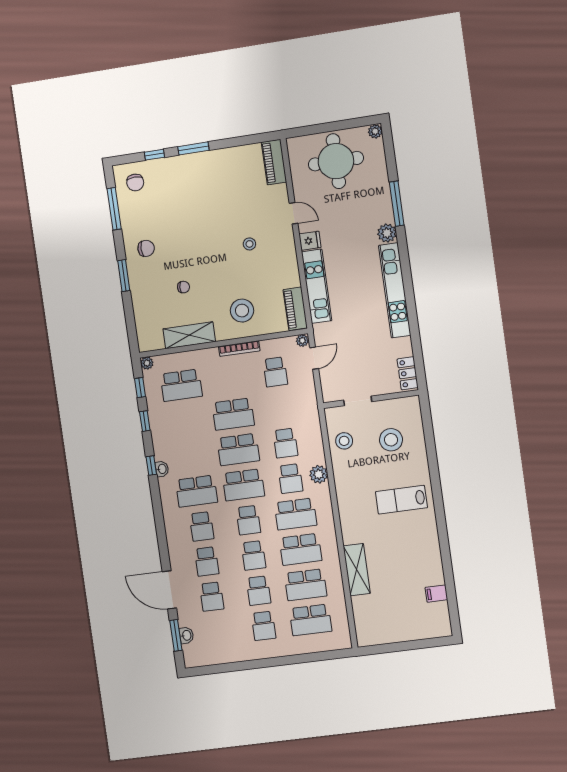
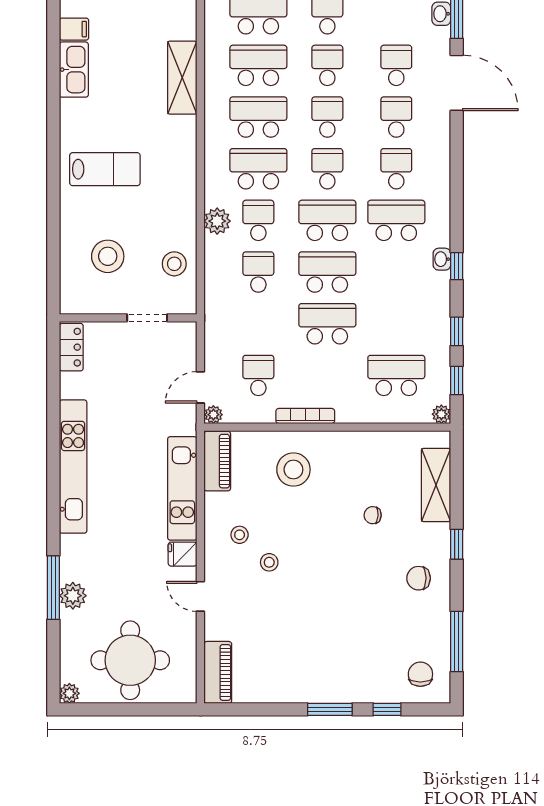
plant: (387, 233) -> (73, 596), moved
stool: (273, 260) -> (240, 535), added
window: (124, 276) -> (457, 544), width x0.67
shelving: (189, 335) -> (436, 485), moved, turned 90
kitchen sink: (433, 566) -> (74, 70), added

